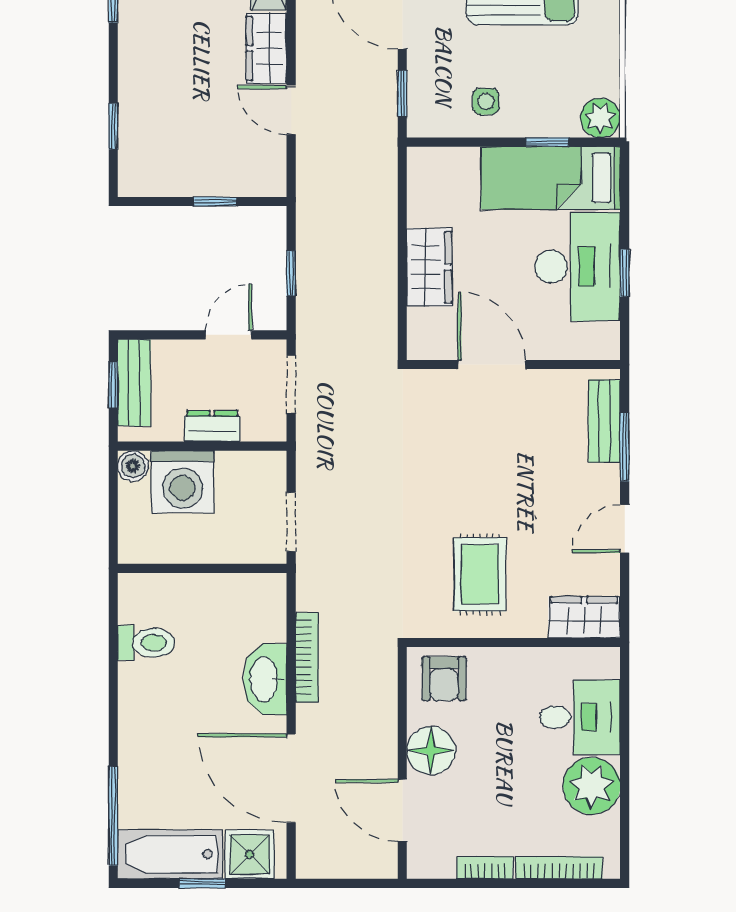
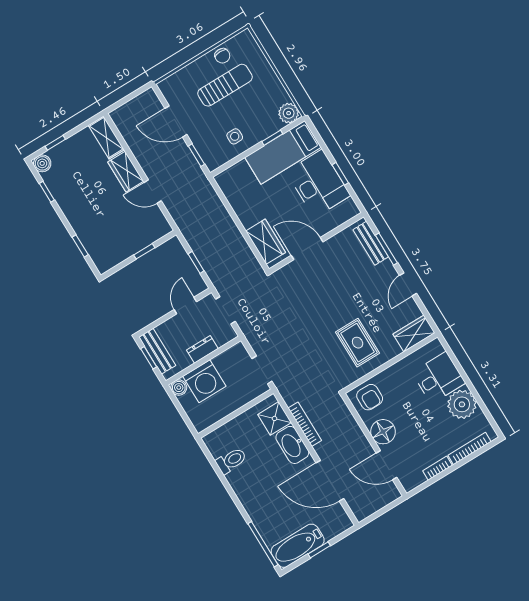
wardrobe: (429, 267) -> (266, 242), moved
shower: (250, 854) -> (275, 418), moved

